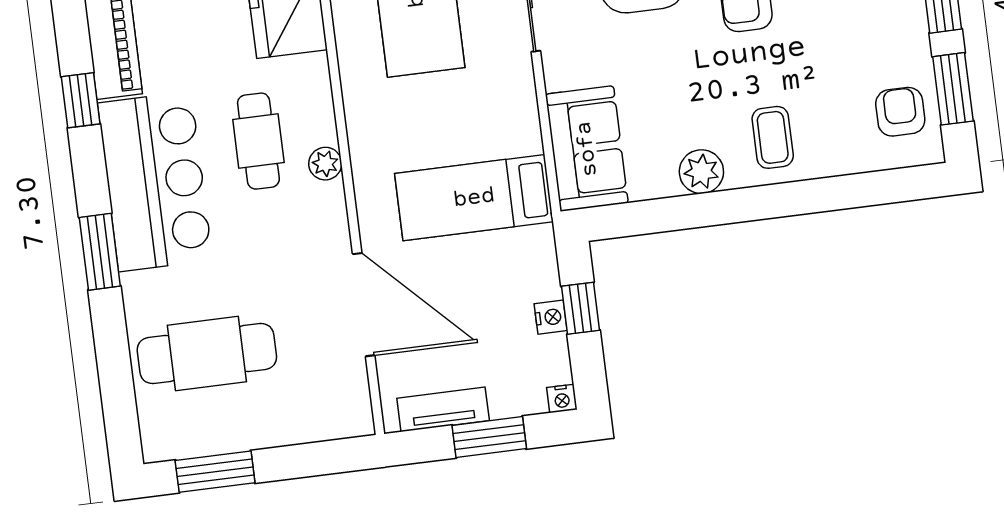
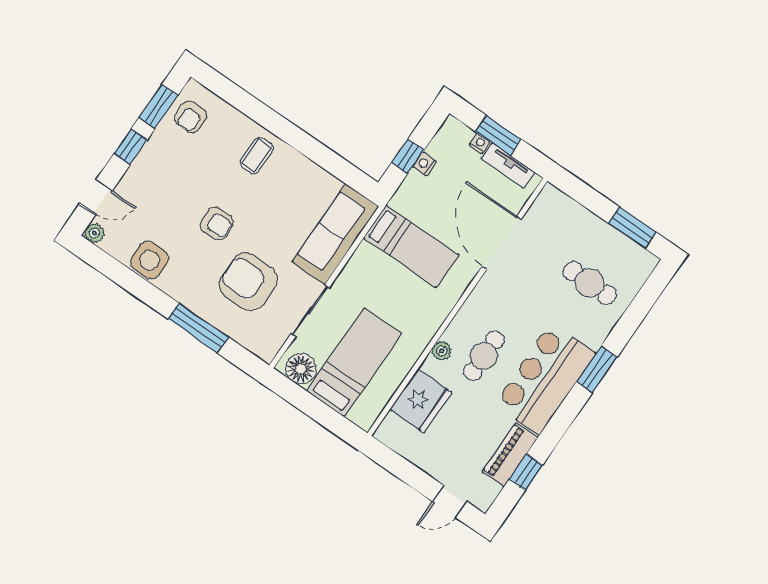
window: (81, 100) -> (526, 472), moved
sofa: (587, 149) -> (335, 234), width x1.36
plant: (325, 164) -> (442, 351), moved
plant: (701, 172) -> (301, 169), removed
cafe table: (207, 354) -> (590, 283), width x0.73, depth x0.74
nightstand: (562, 399) -> (480, 143), moved

